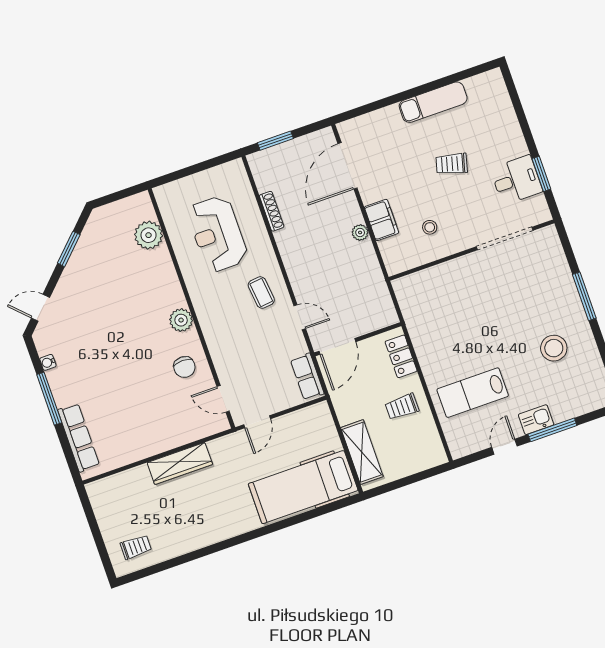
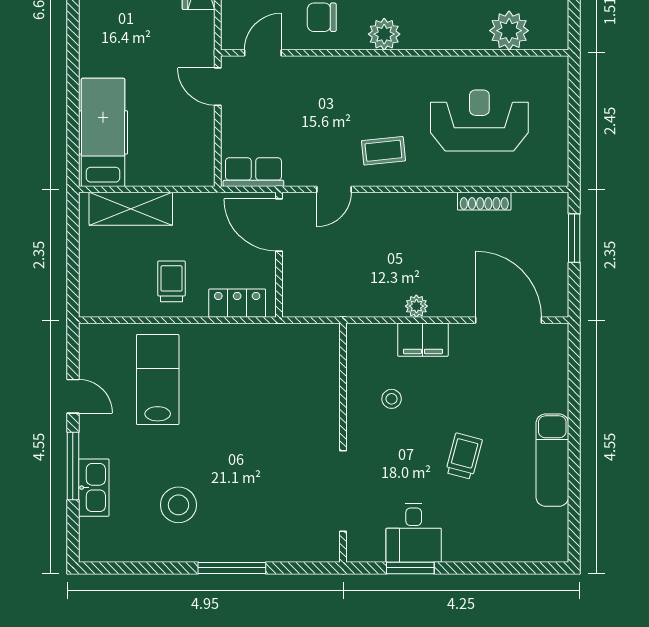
kitchen sink: (536, 420) -> (94, 488), moved, width x1.38
hospital bed: (303, 487) -> (103, 132), width x0.73, depth x0.78

